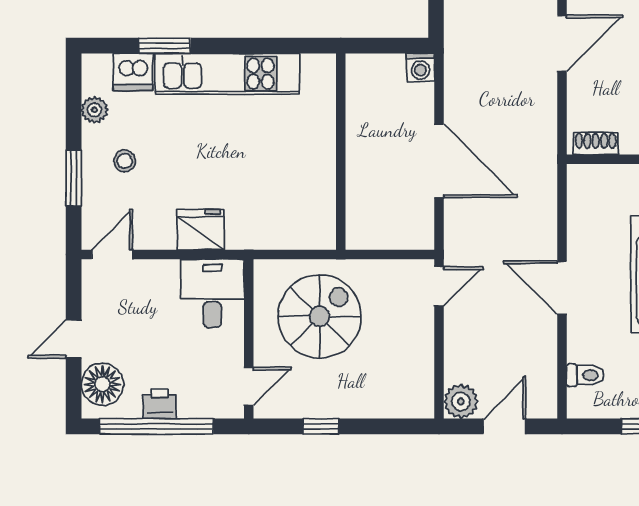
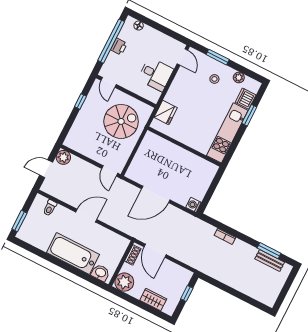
door: (562, 43) -> (155, 251), moved
wall: (341, 152) -> (184, 147), moved
fridge: (200, 230) -> (166, 113), moved
desk: (212, 293) -> (156, 74), moved
spiral stairs: (320, 316) -> (121, 121), turned -90
door: (74, 339) -> (159, 27), removed
floor lamp: (102, 384) -> (139, 26), width x0.53, depth x0.53
door: (504, 426) -> (46, 169), swing flipped

